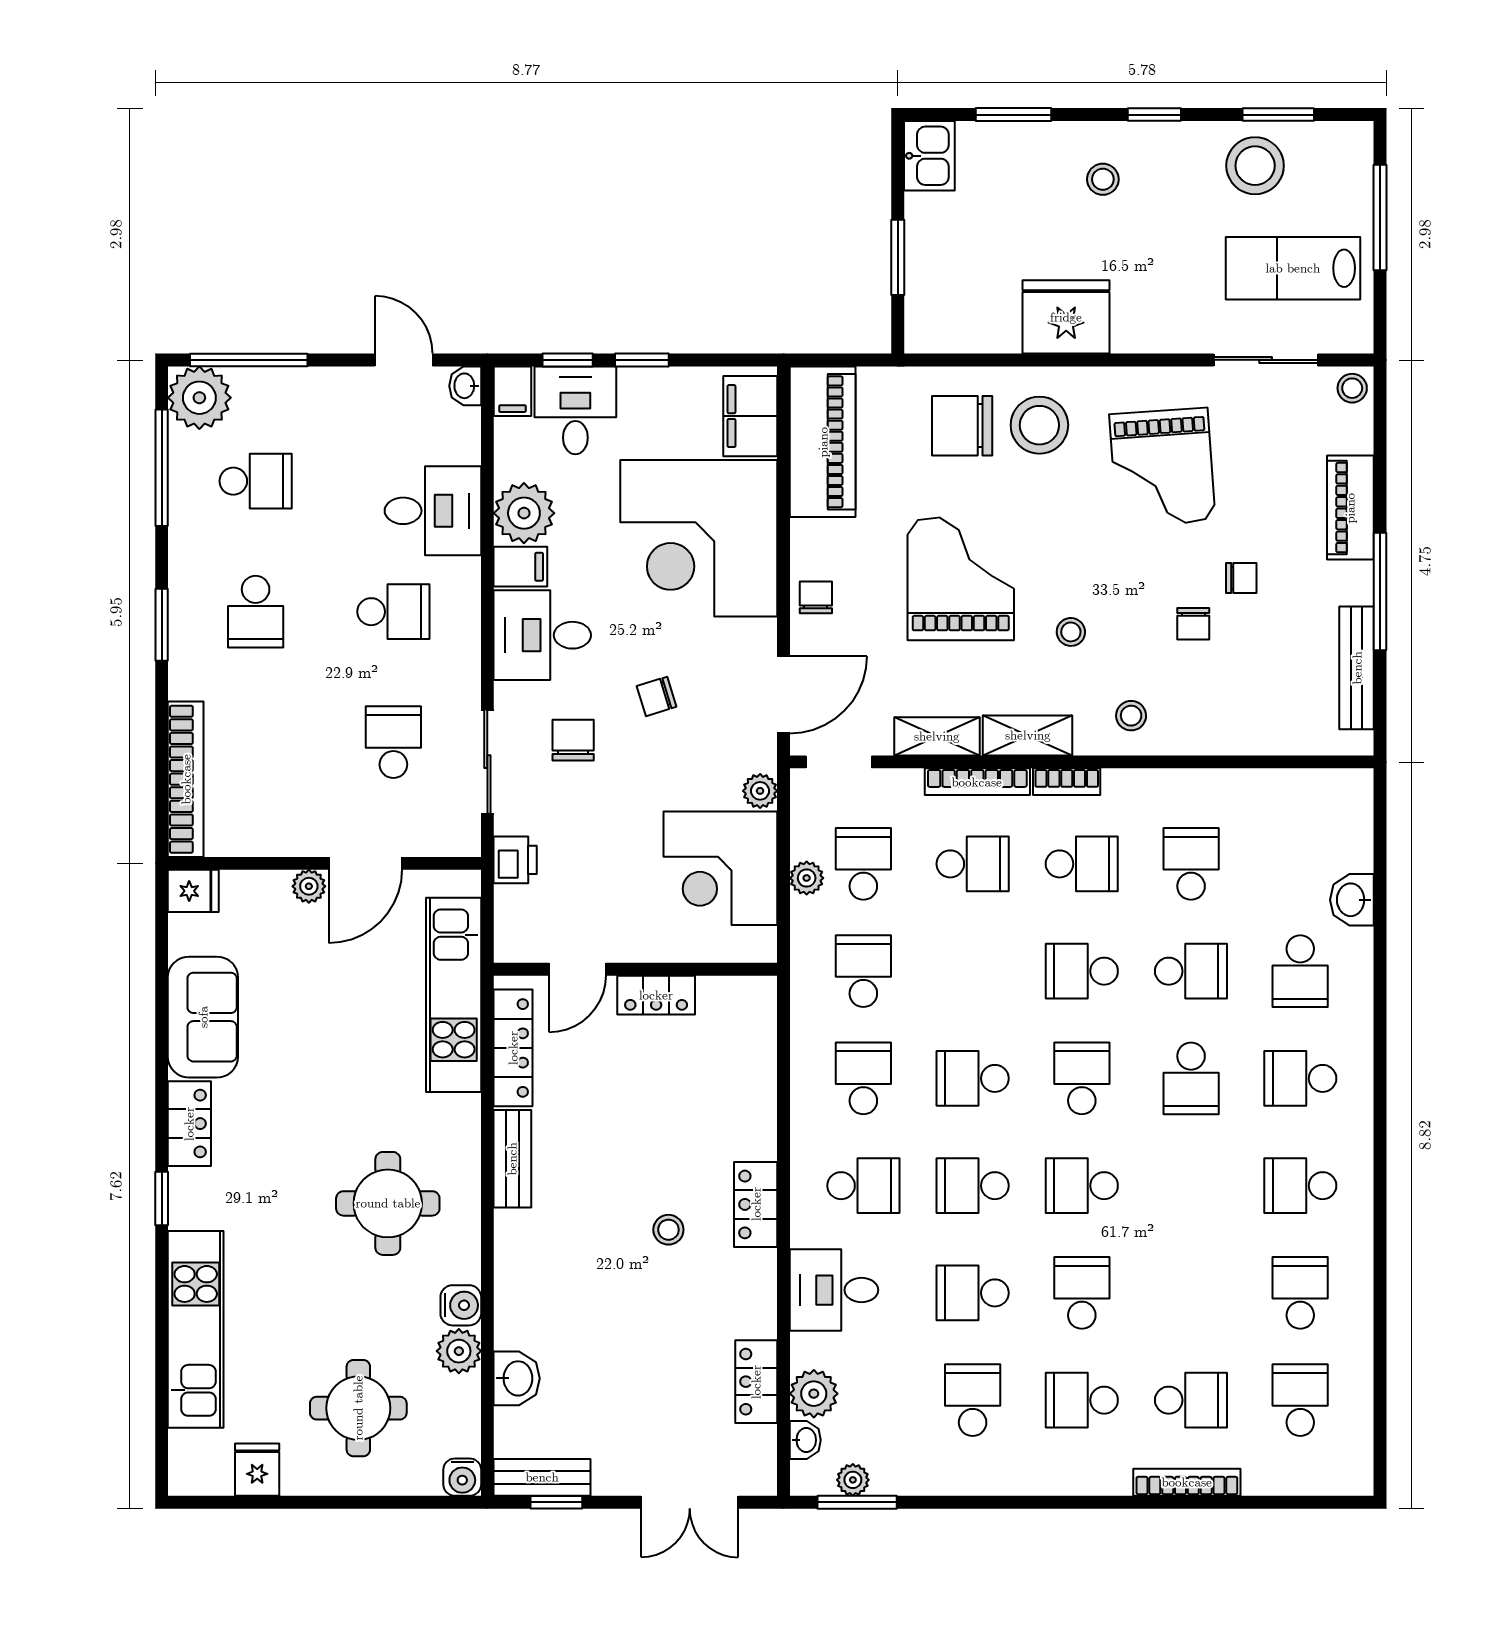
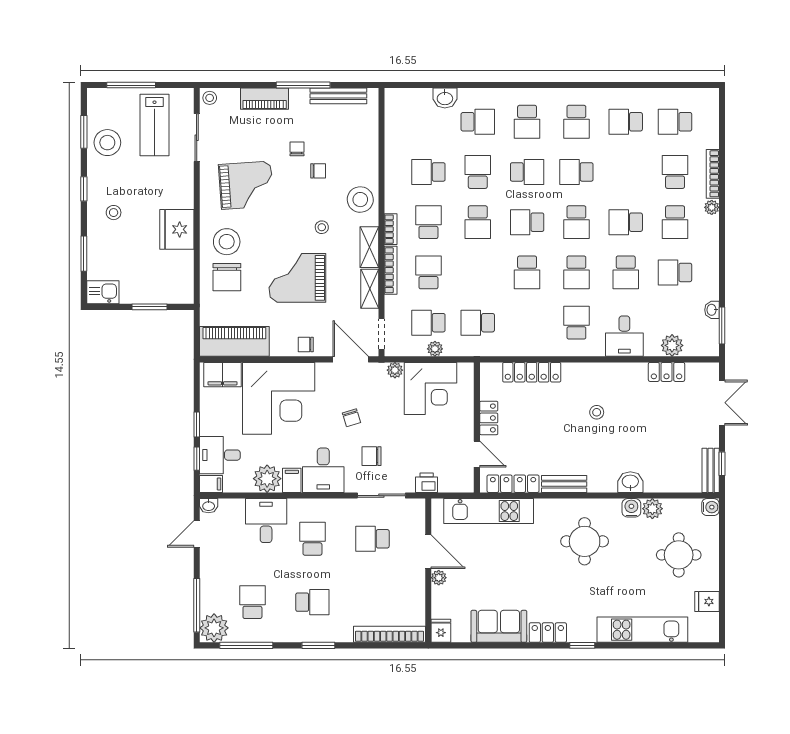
stool: (1131, 716) -> (360, 200), width x1.89, depth x1.89
school desk: (863, 1078) -> (576, 172), moved
locker: (756, 1204) -> (532, 372), moved, width x1.53
washbasin: (517, 1378) -> (630, 482), moved
washbasin: (805, 1440) -> (712, 310), moved, turned -90
plant: (853, 1480) -> (712, 207), moved

